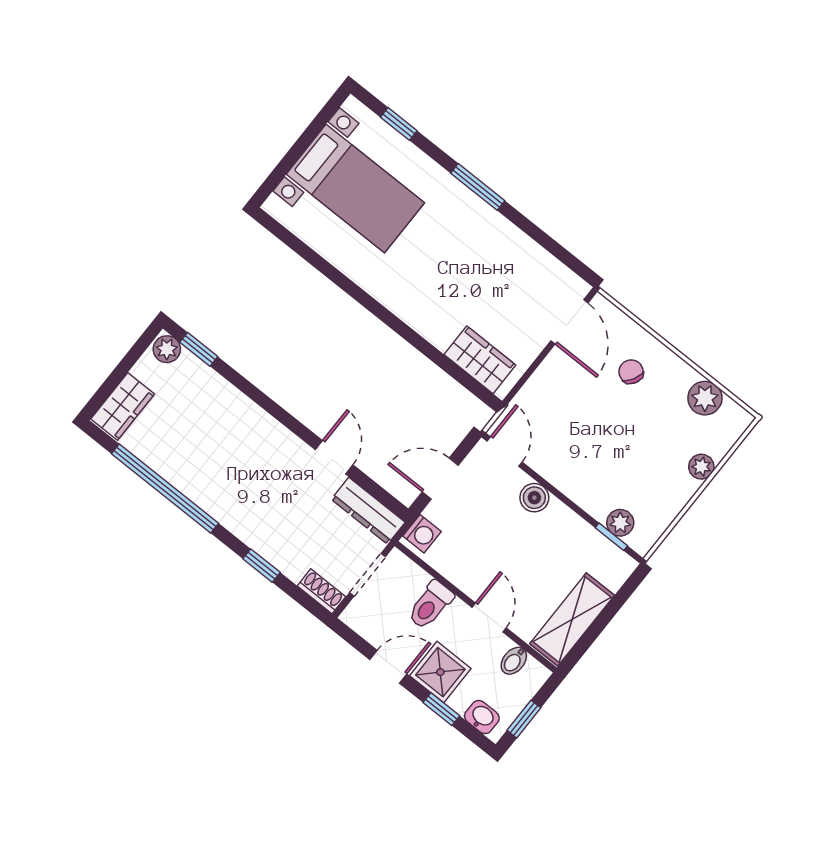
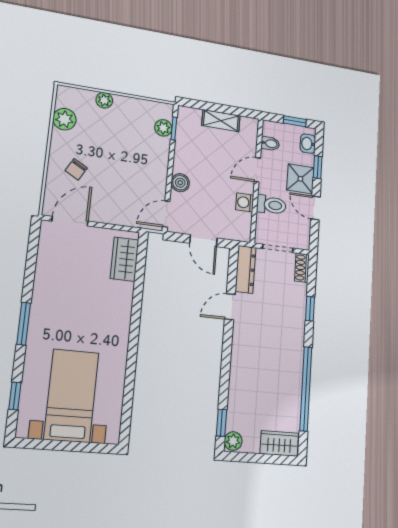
washing machine: (422, 534) -> (245, 202), moved, turned -90
shelving: (572, 619) -> (221, 121), width x0.67, depth x0.75

